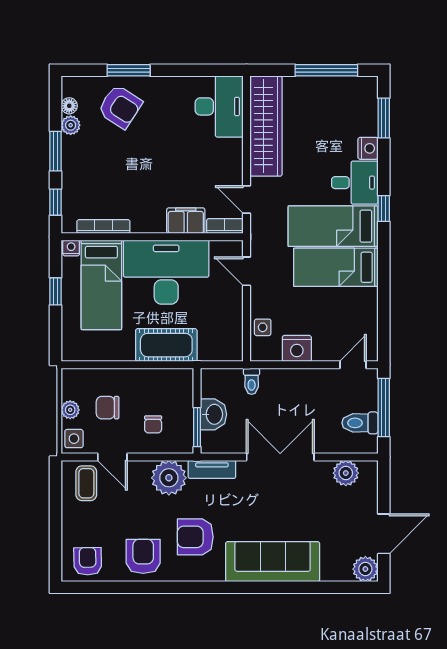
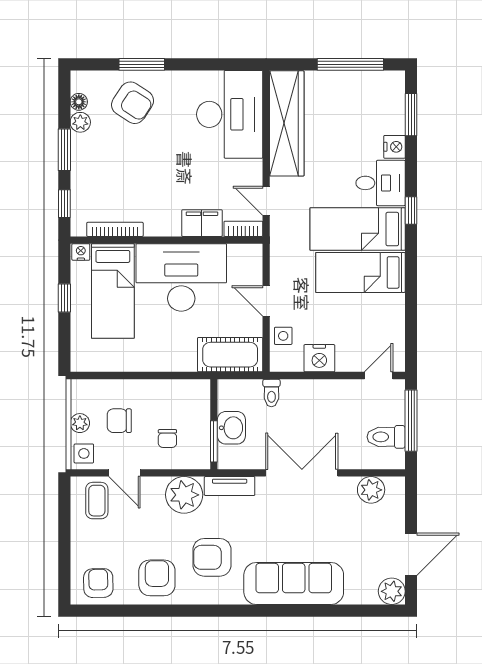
desk: (219, 106) -> (230, 114), width x1.36, depth x1.30
door: (247, 271) -> (266, 301), moved
cot: (166, 345) -> (230, 355), moved

